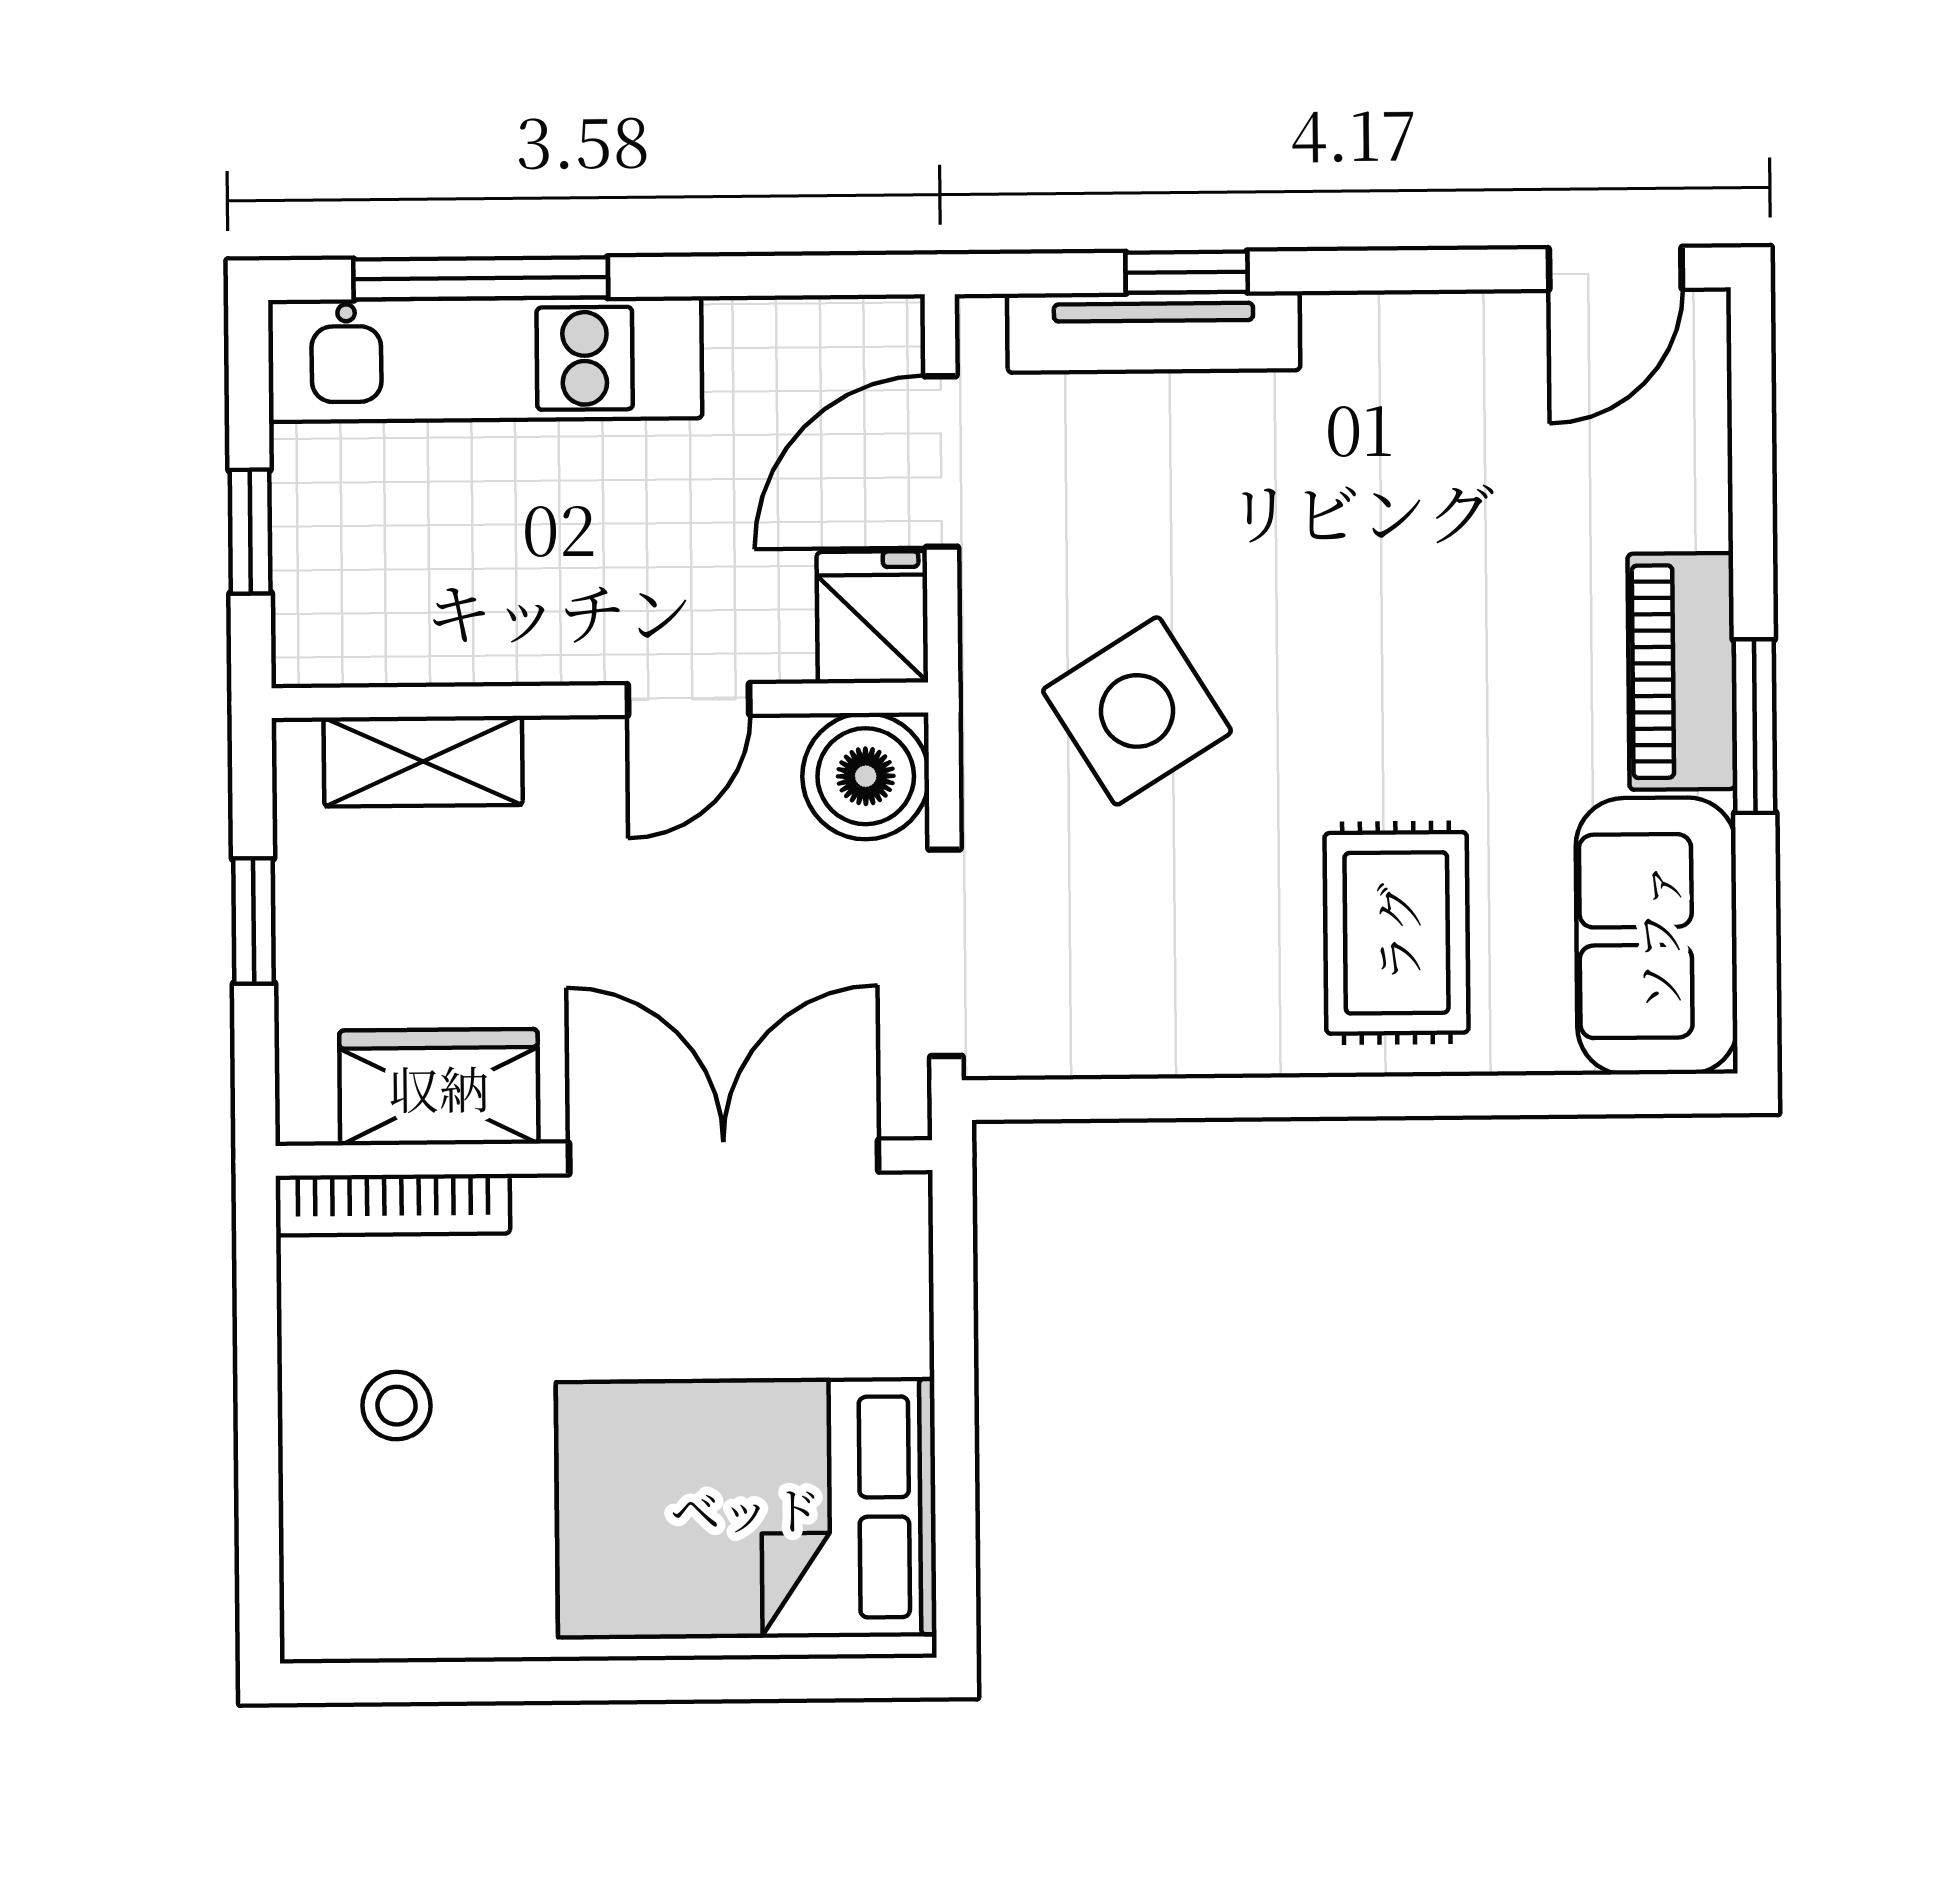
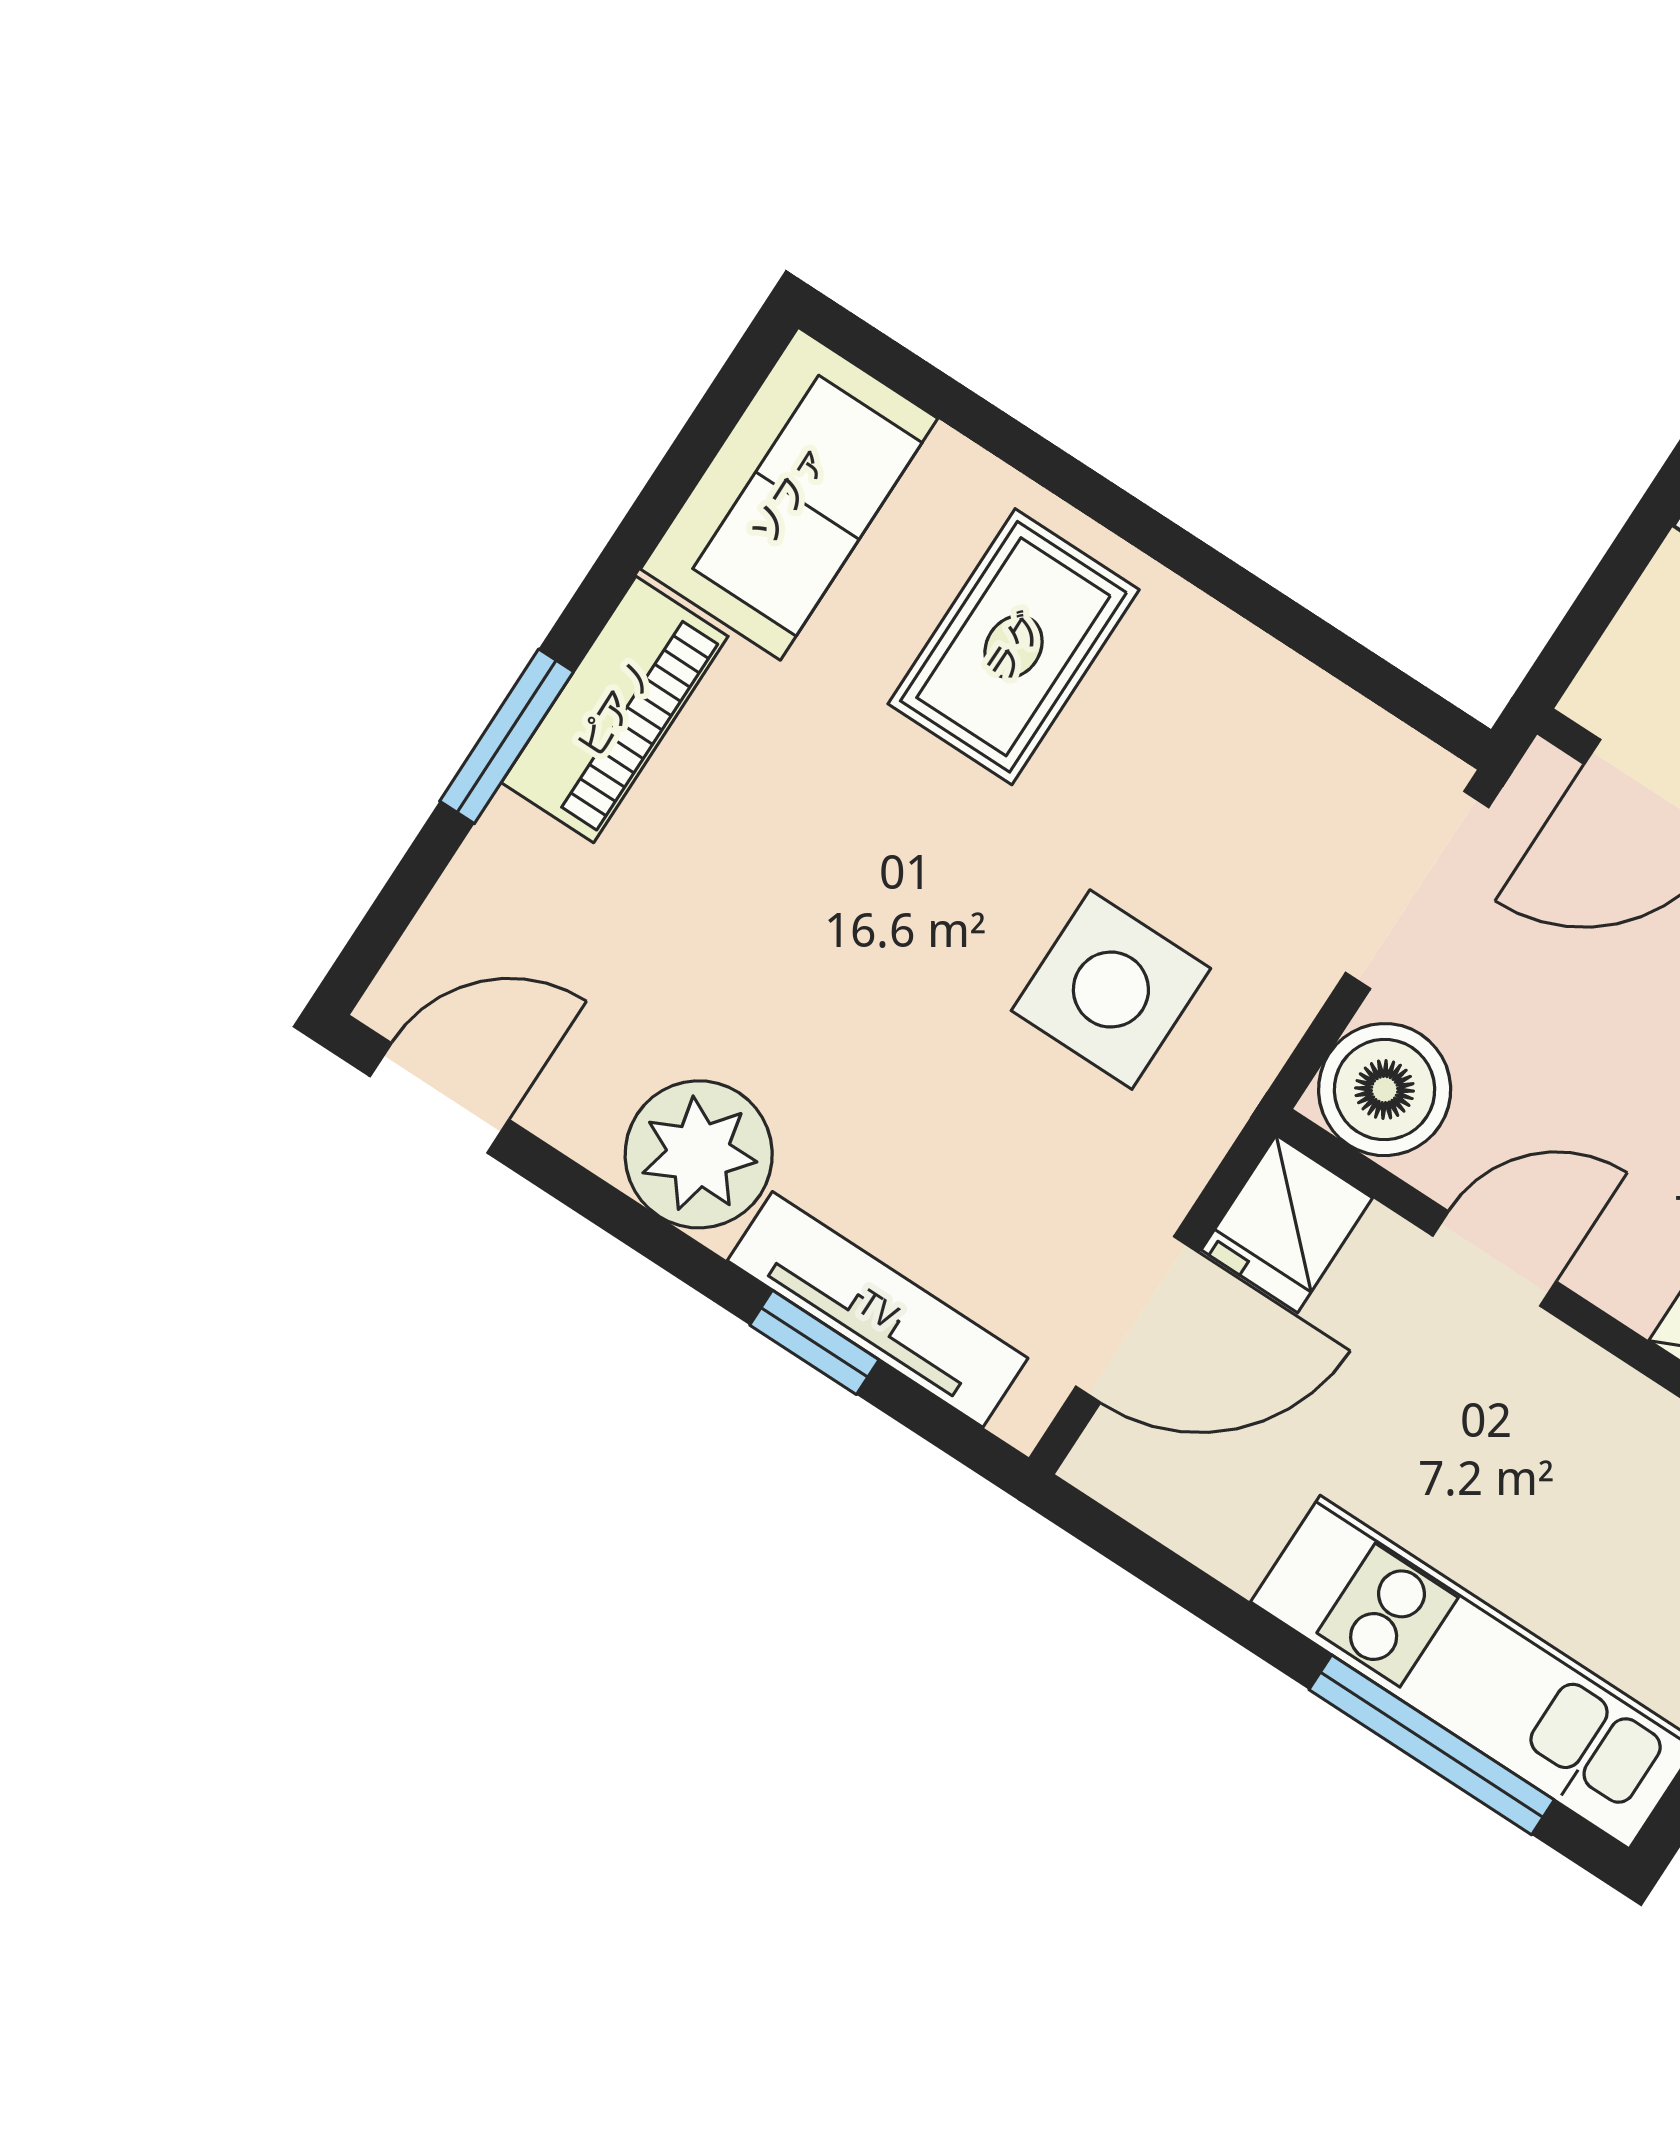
plant: (1379, 361) -> (699, 1154), added
side table: (1137, 711) -> (1111, 990), turned 32
window: (1755, 726) -> (507, 736), moved

